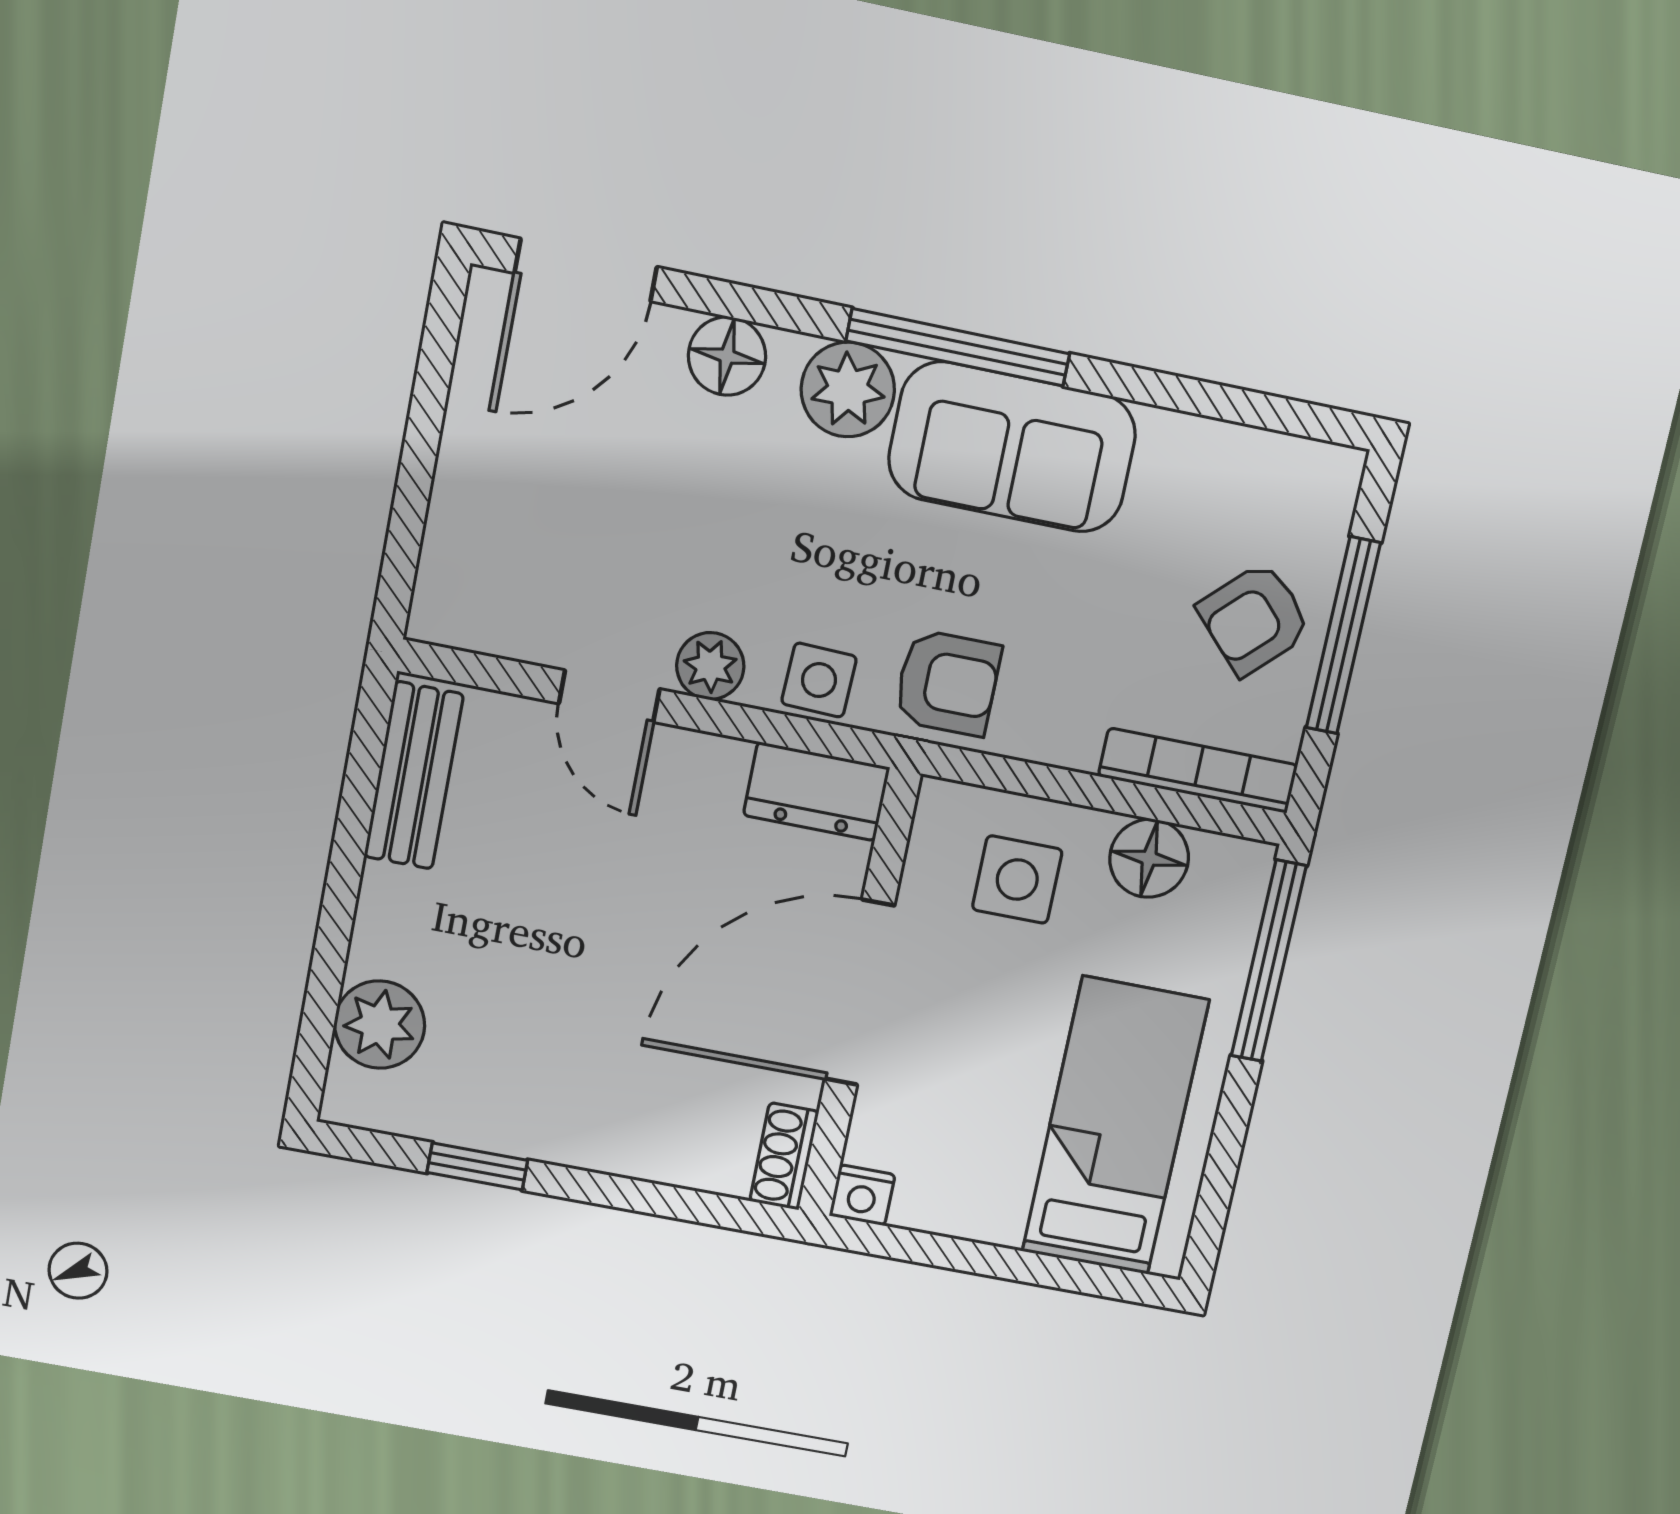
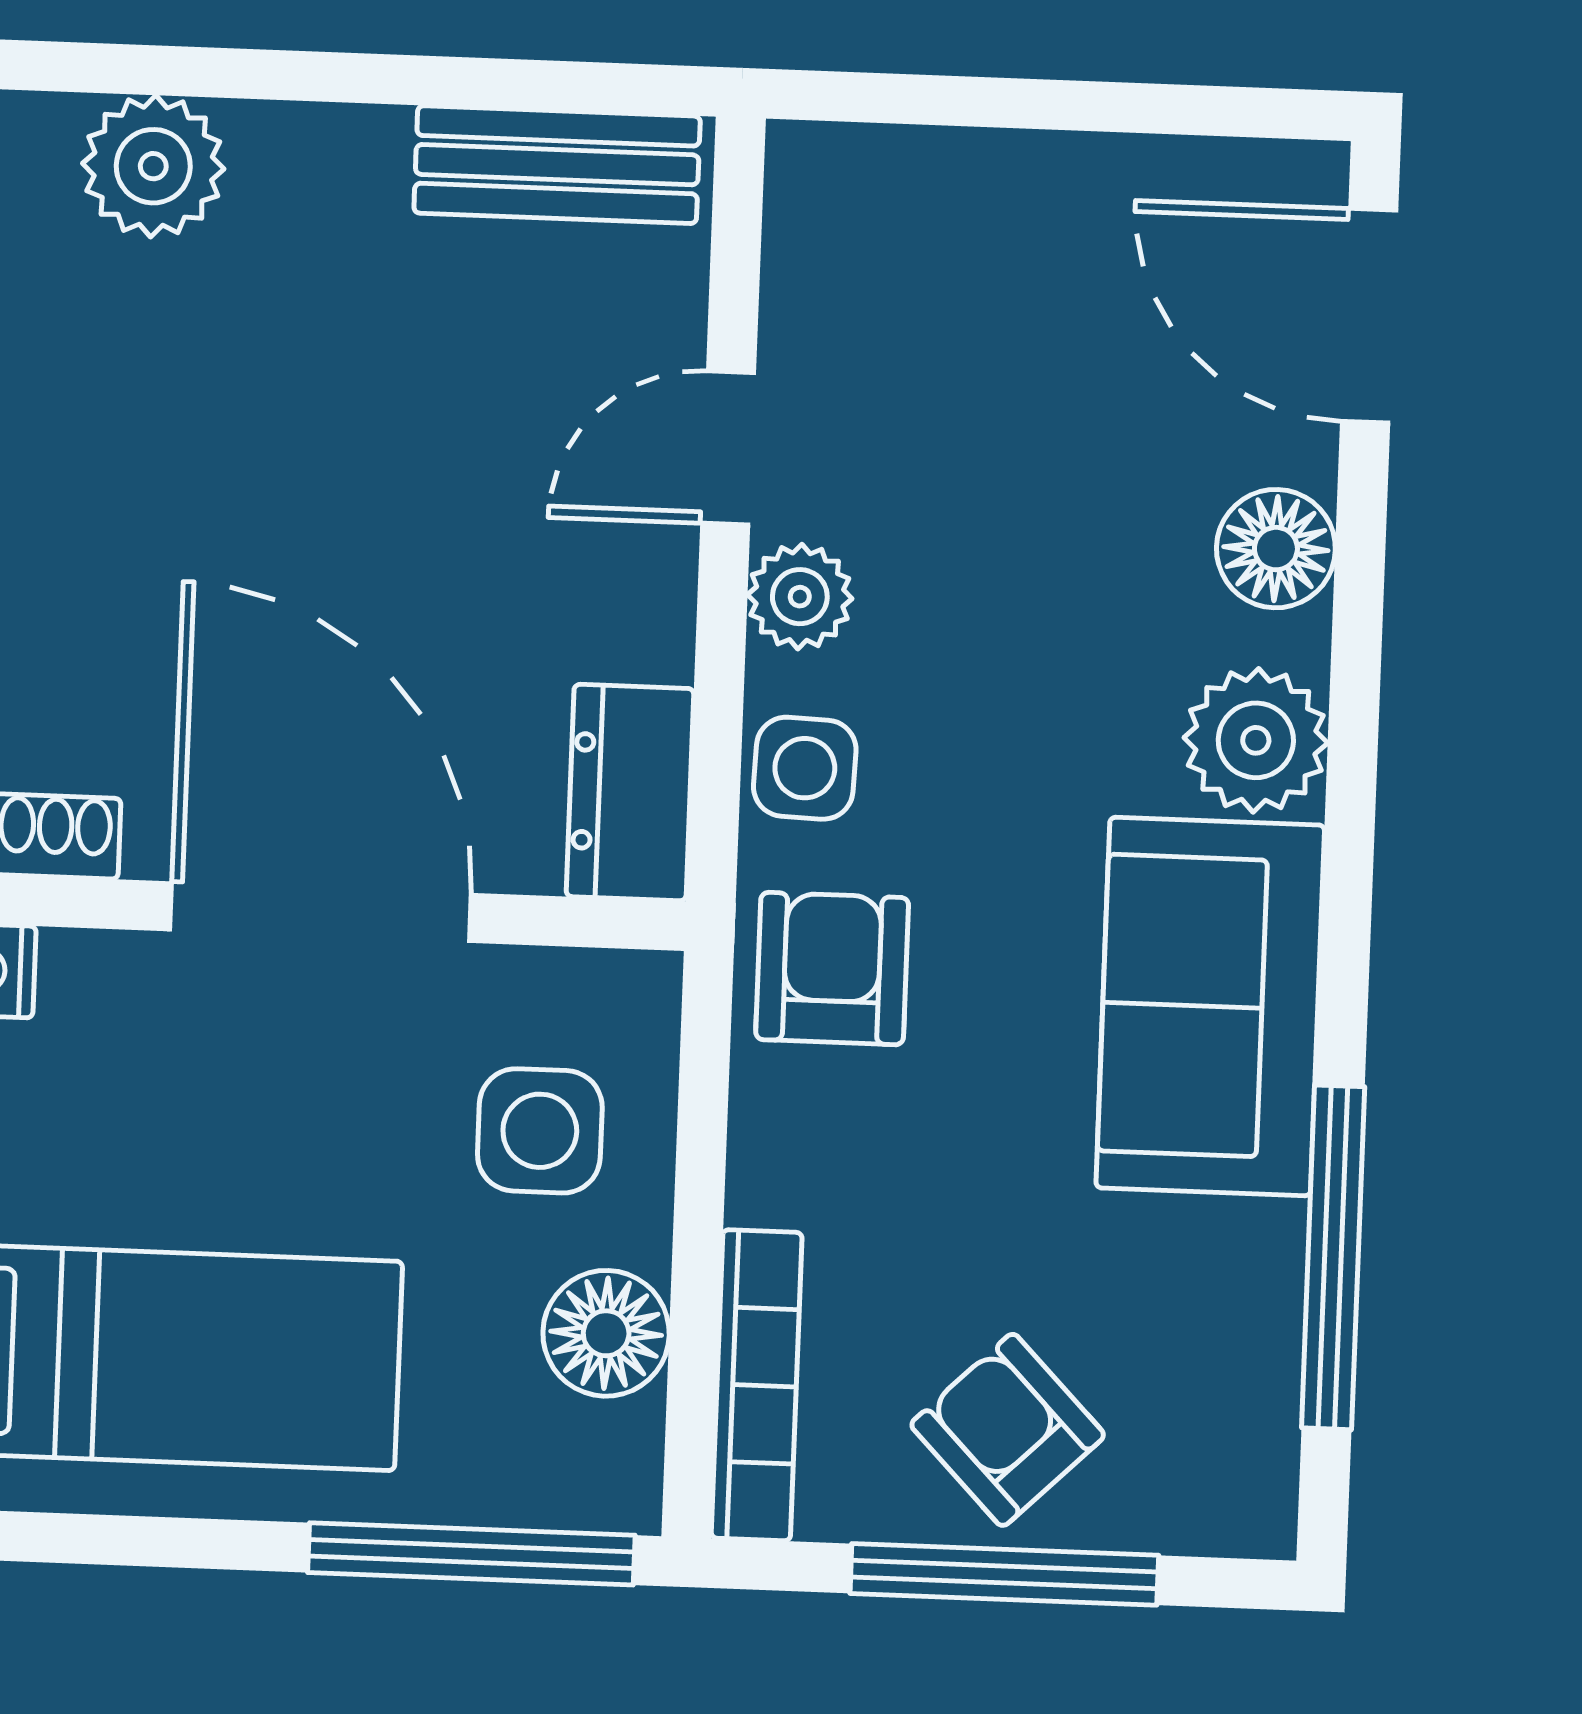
window: (958, 347) -> (1333, 1257), moved
armchair: (948, 683) -> (832, 969), turned 180

